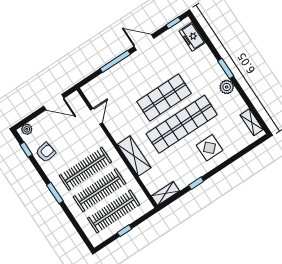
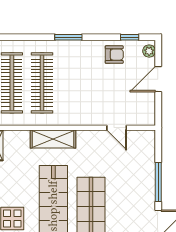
door: (54, 102) -> (158, 79), moved
armchair: (46, 152) -> (114, 55), turned -81
clothes rail: (85, 169) -> (72, 83), removed

